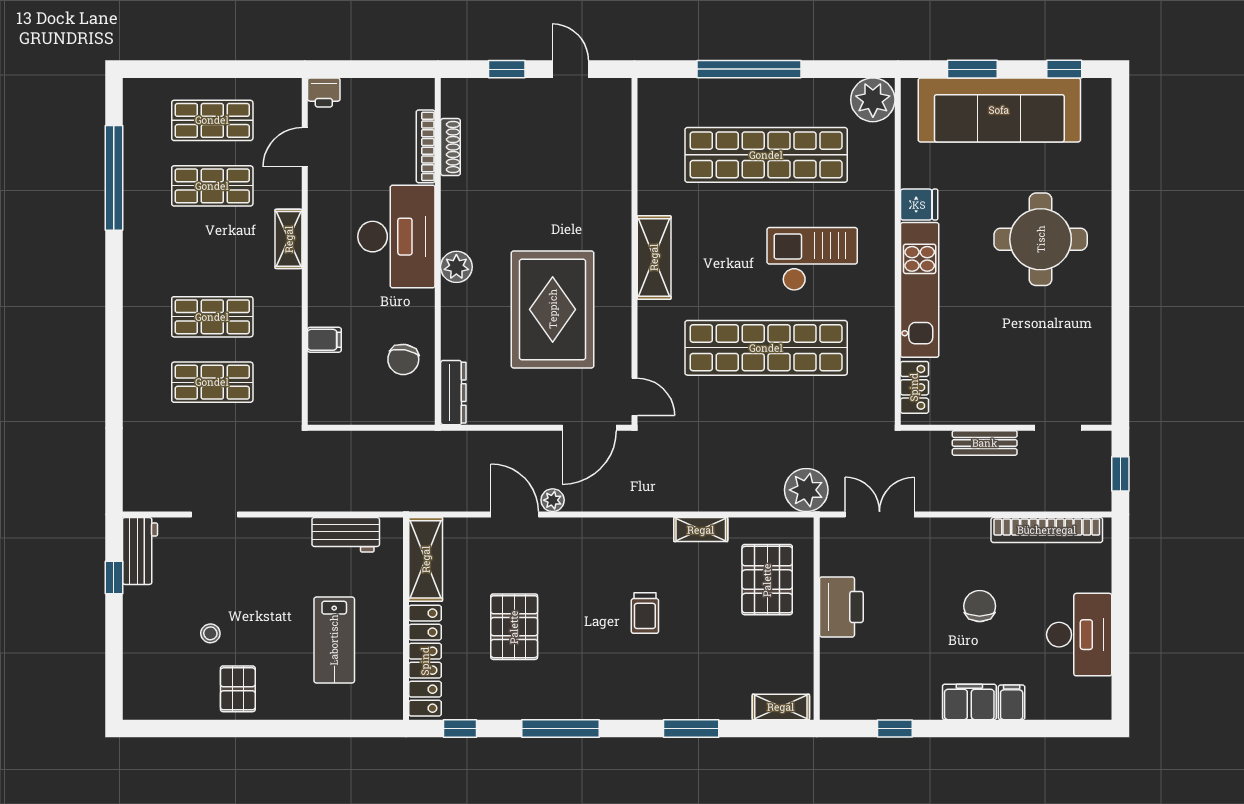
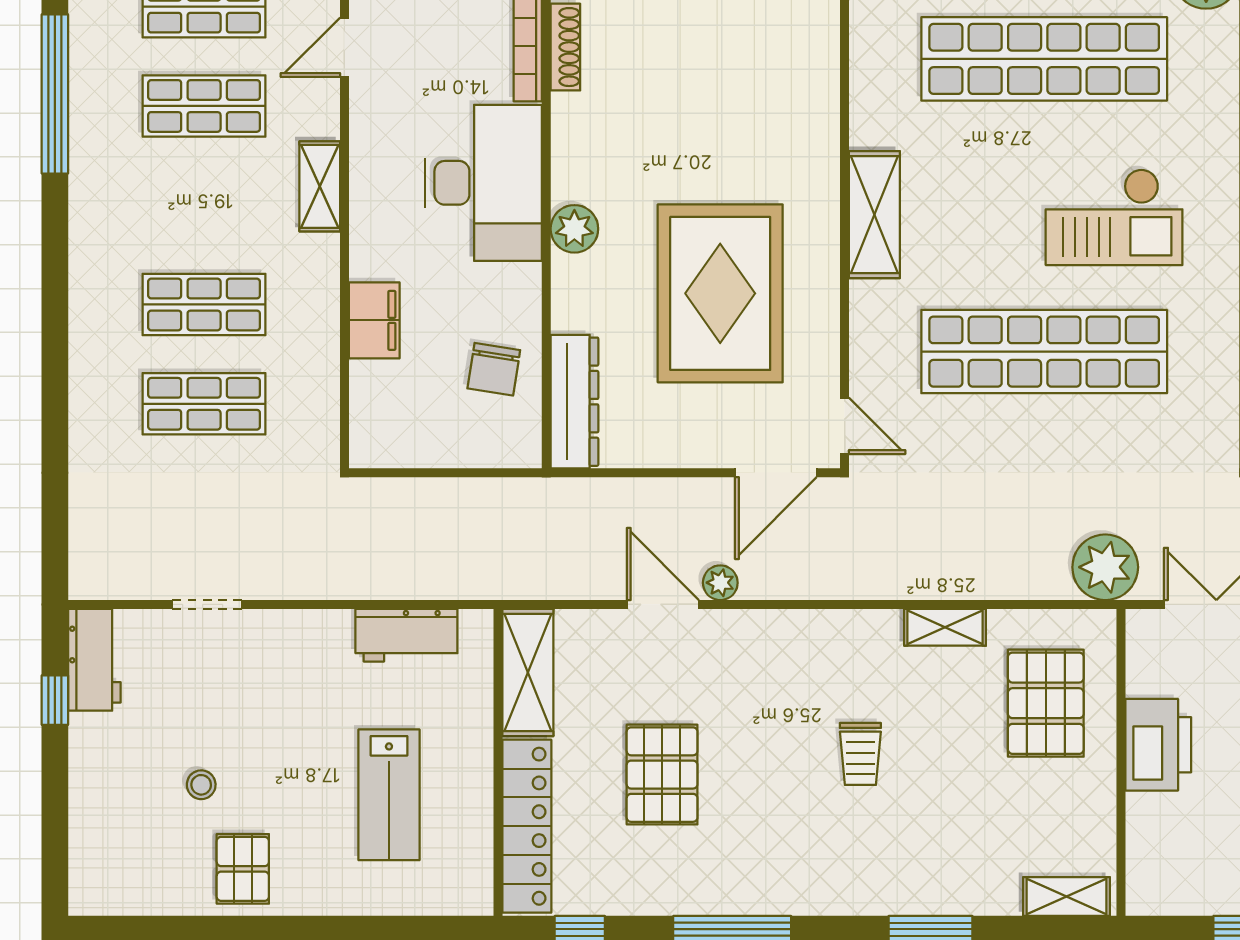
checkout: (812, 259) -> (1114, 217), turned 180
filing cabinet: (324, 340) -> (374, 320), width x2.00
dresser: (453, 393) -> (574, 402), width x1.37, depth x1.24

